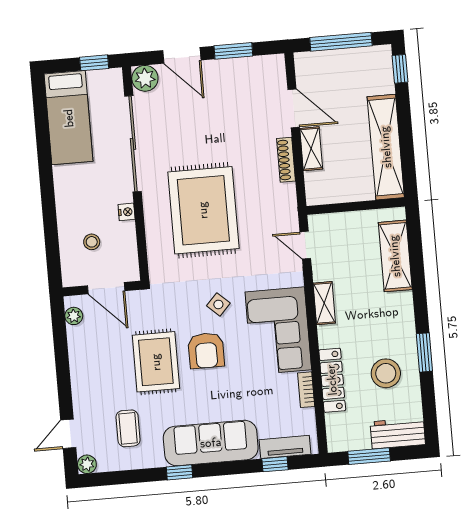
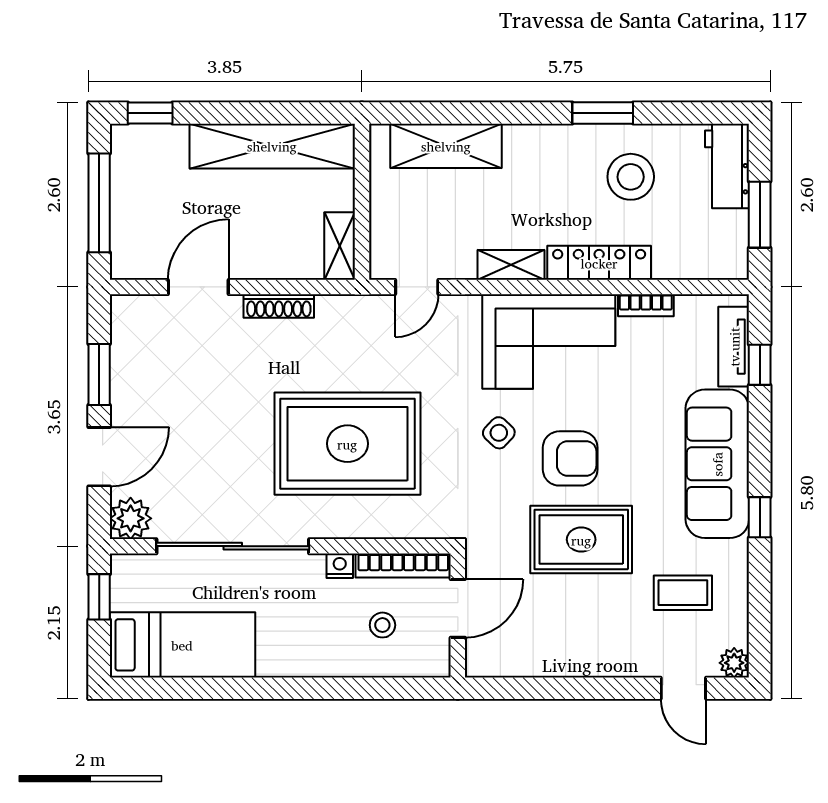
shelving: (311, 149) -> (340, 246), moved, turned 90
bookcase: (130, 252) -> (403, 565), added
plant: (74, 316) -> (497, 664), removed
locker: (332, 380) -> (599, 263), moved

